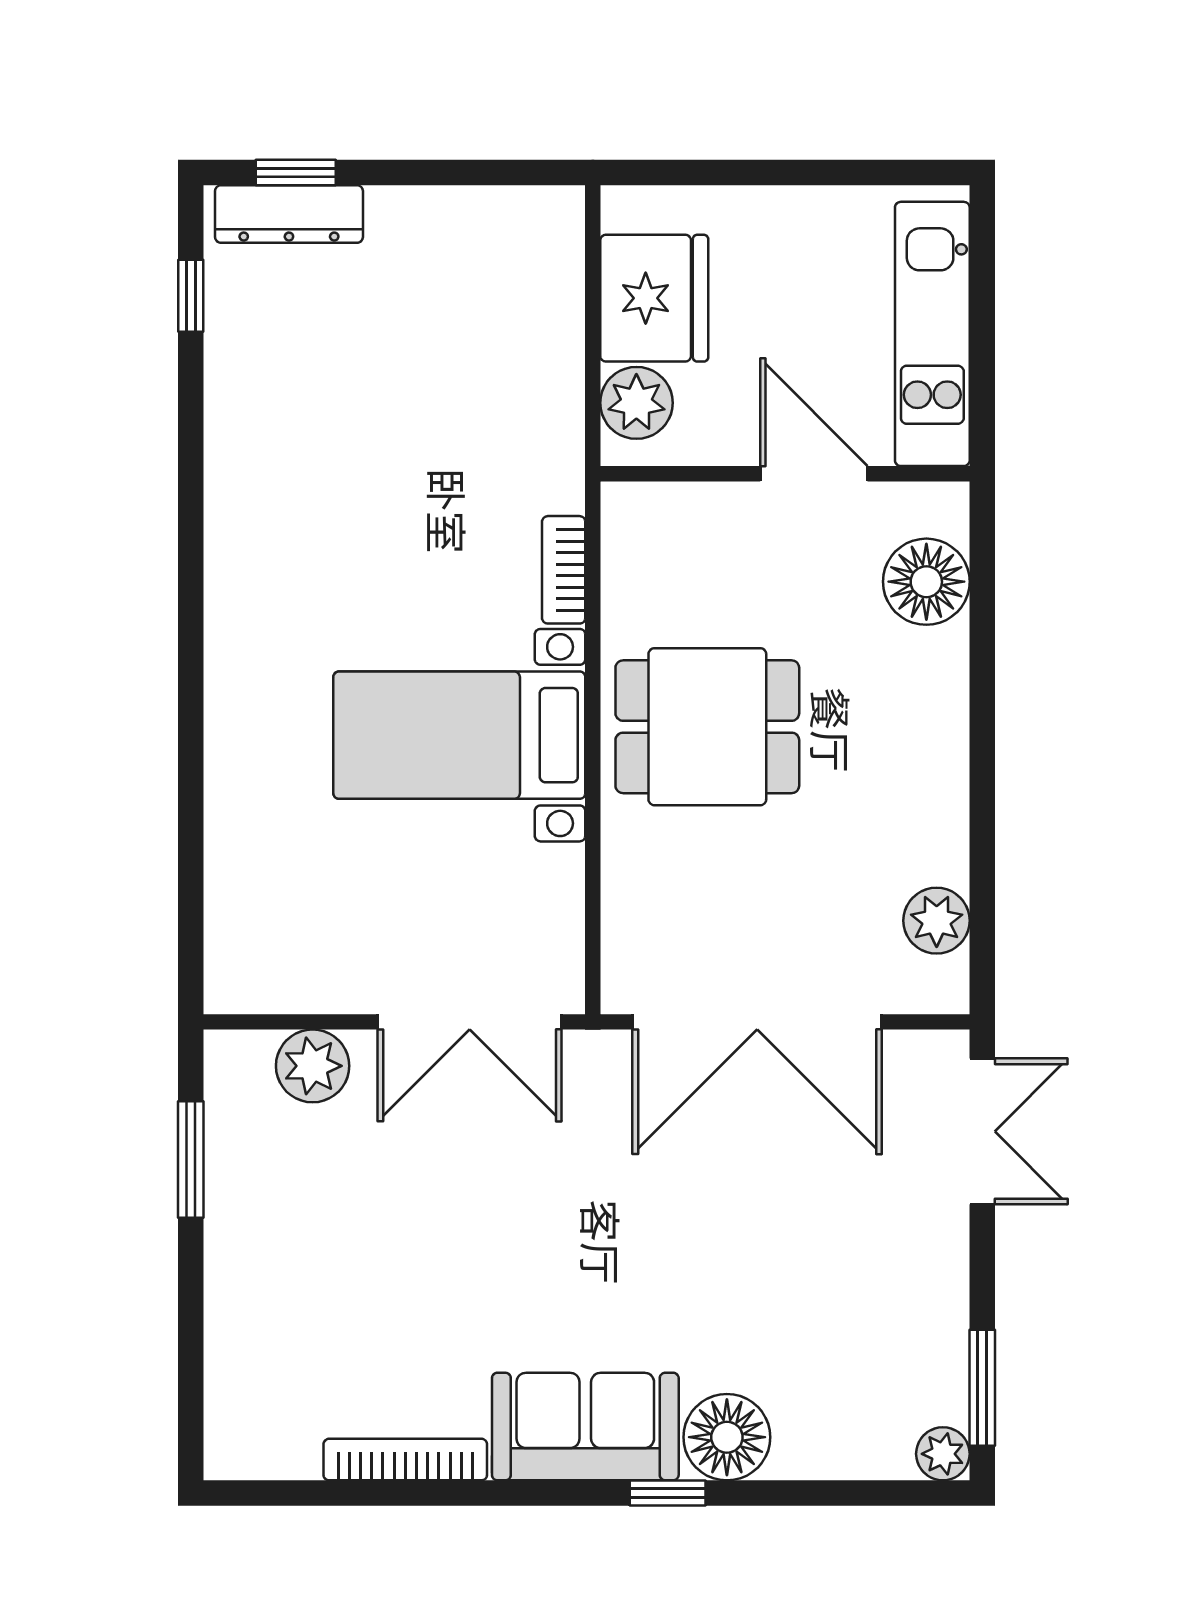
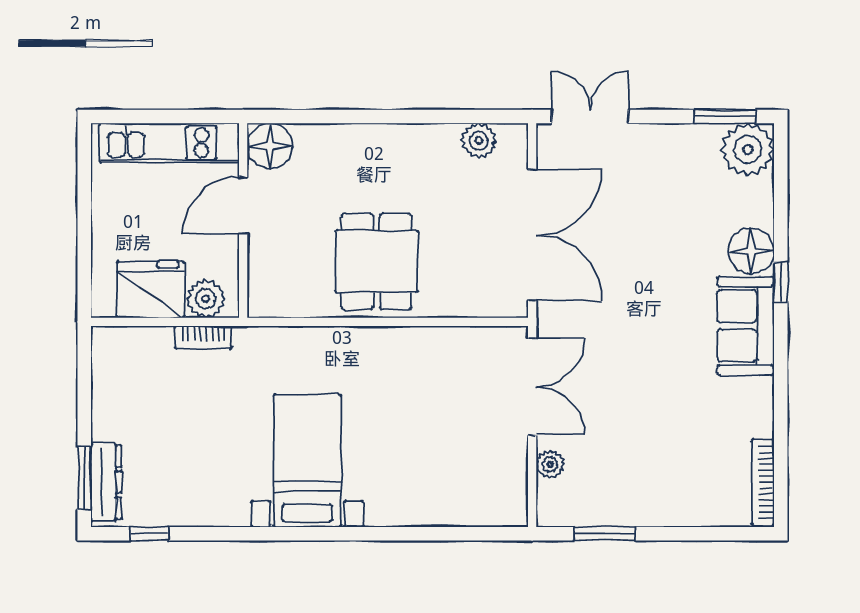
window: (296, 173) -> (84, 478), width x1.50
bookcase: (564, 570) -> (203, 337), moved
floor lamp: (926, 582) -> (270, 146), moved
bed with nightstands: (459, 735) -> (307, 461), moved, turned 180
plant: (313, 1066) -> (550, 464), width x0.73, depth x0.73
plant: (943, 1454) -> (748, 150), width x1.88, depth x1.88
bookcase: (405, 1460) -> (763, 482), moved

